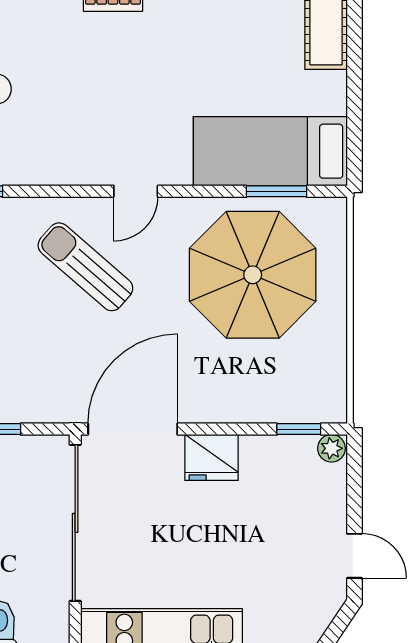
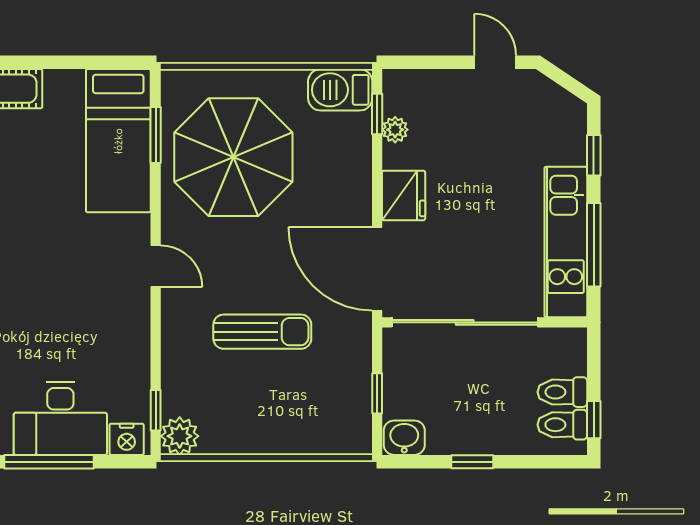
sun lounger: (85, 267) -> (262, 332), moved, turned -131
barbecue: (325, 389) -> (340, 90), added
plant: (332, 448) -> (395, 130), moved
door: (355, 556) -> (495, 62), hinge flipped

